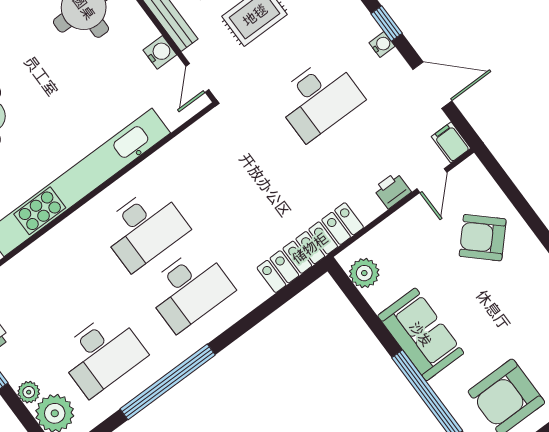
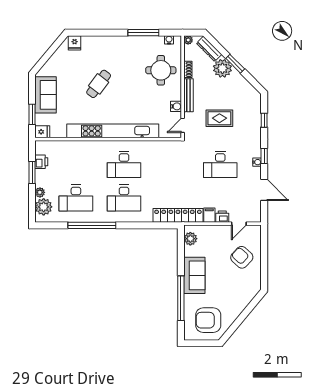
filing cabinet: (451, 142) -> (209, 215), moved

